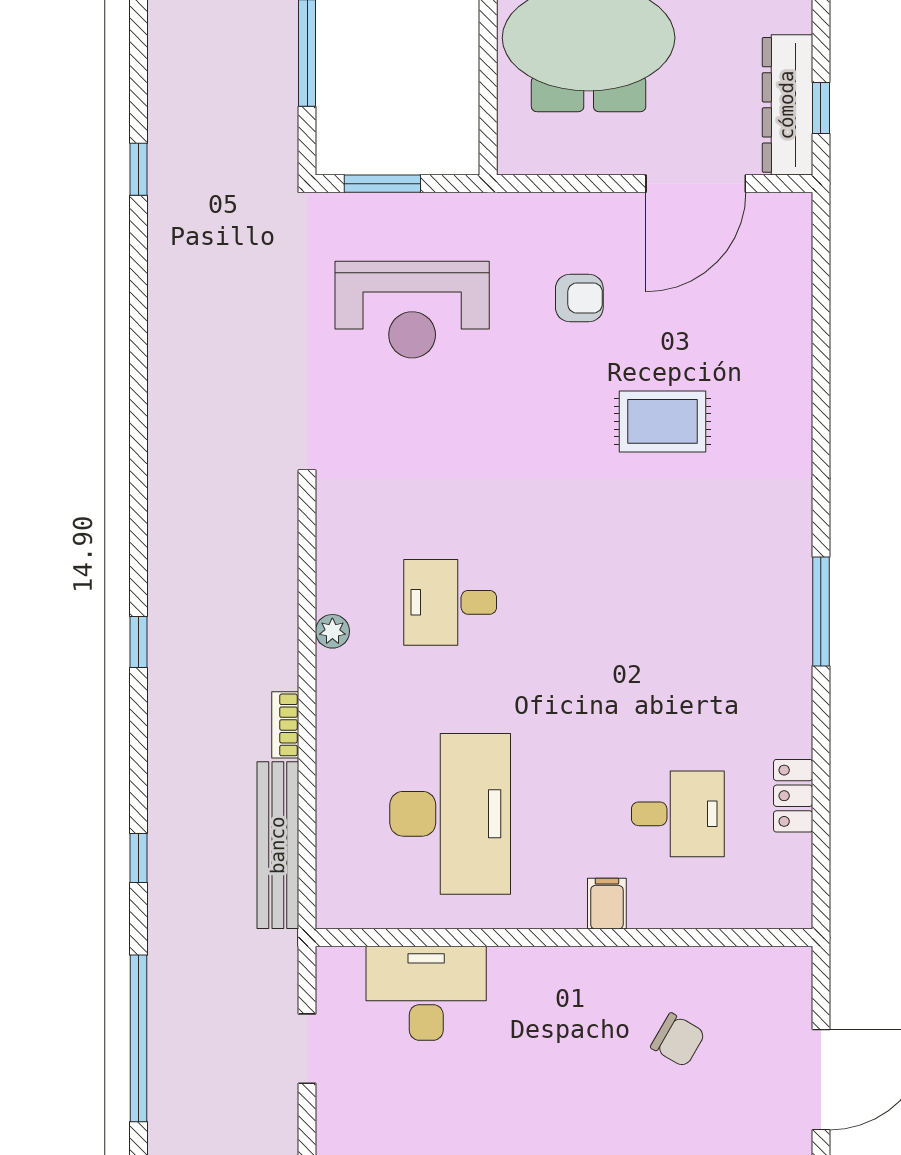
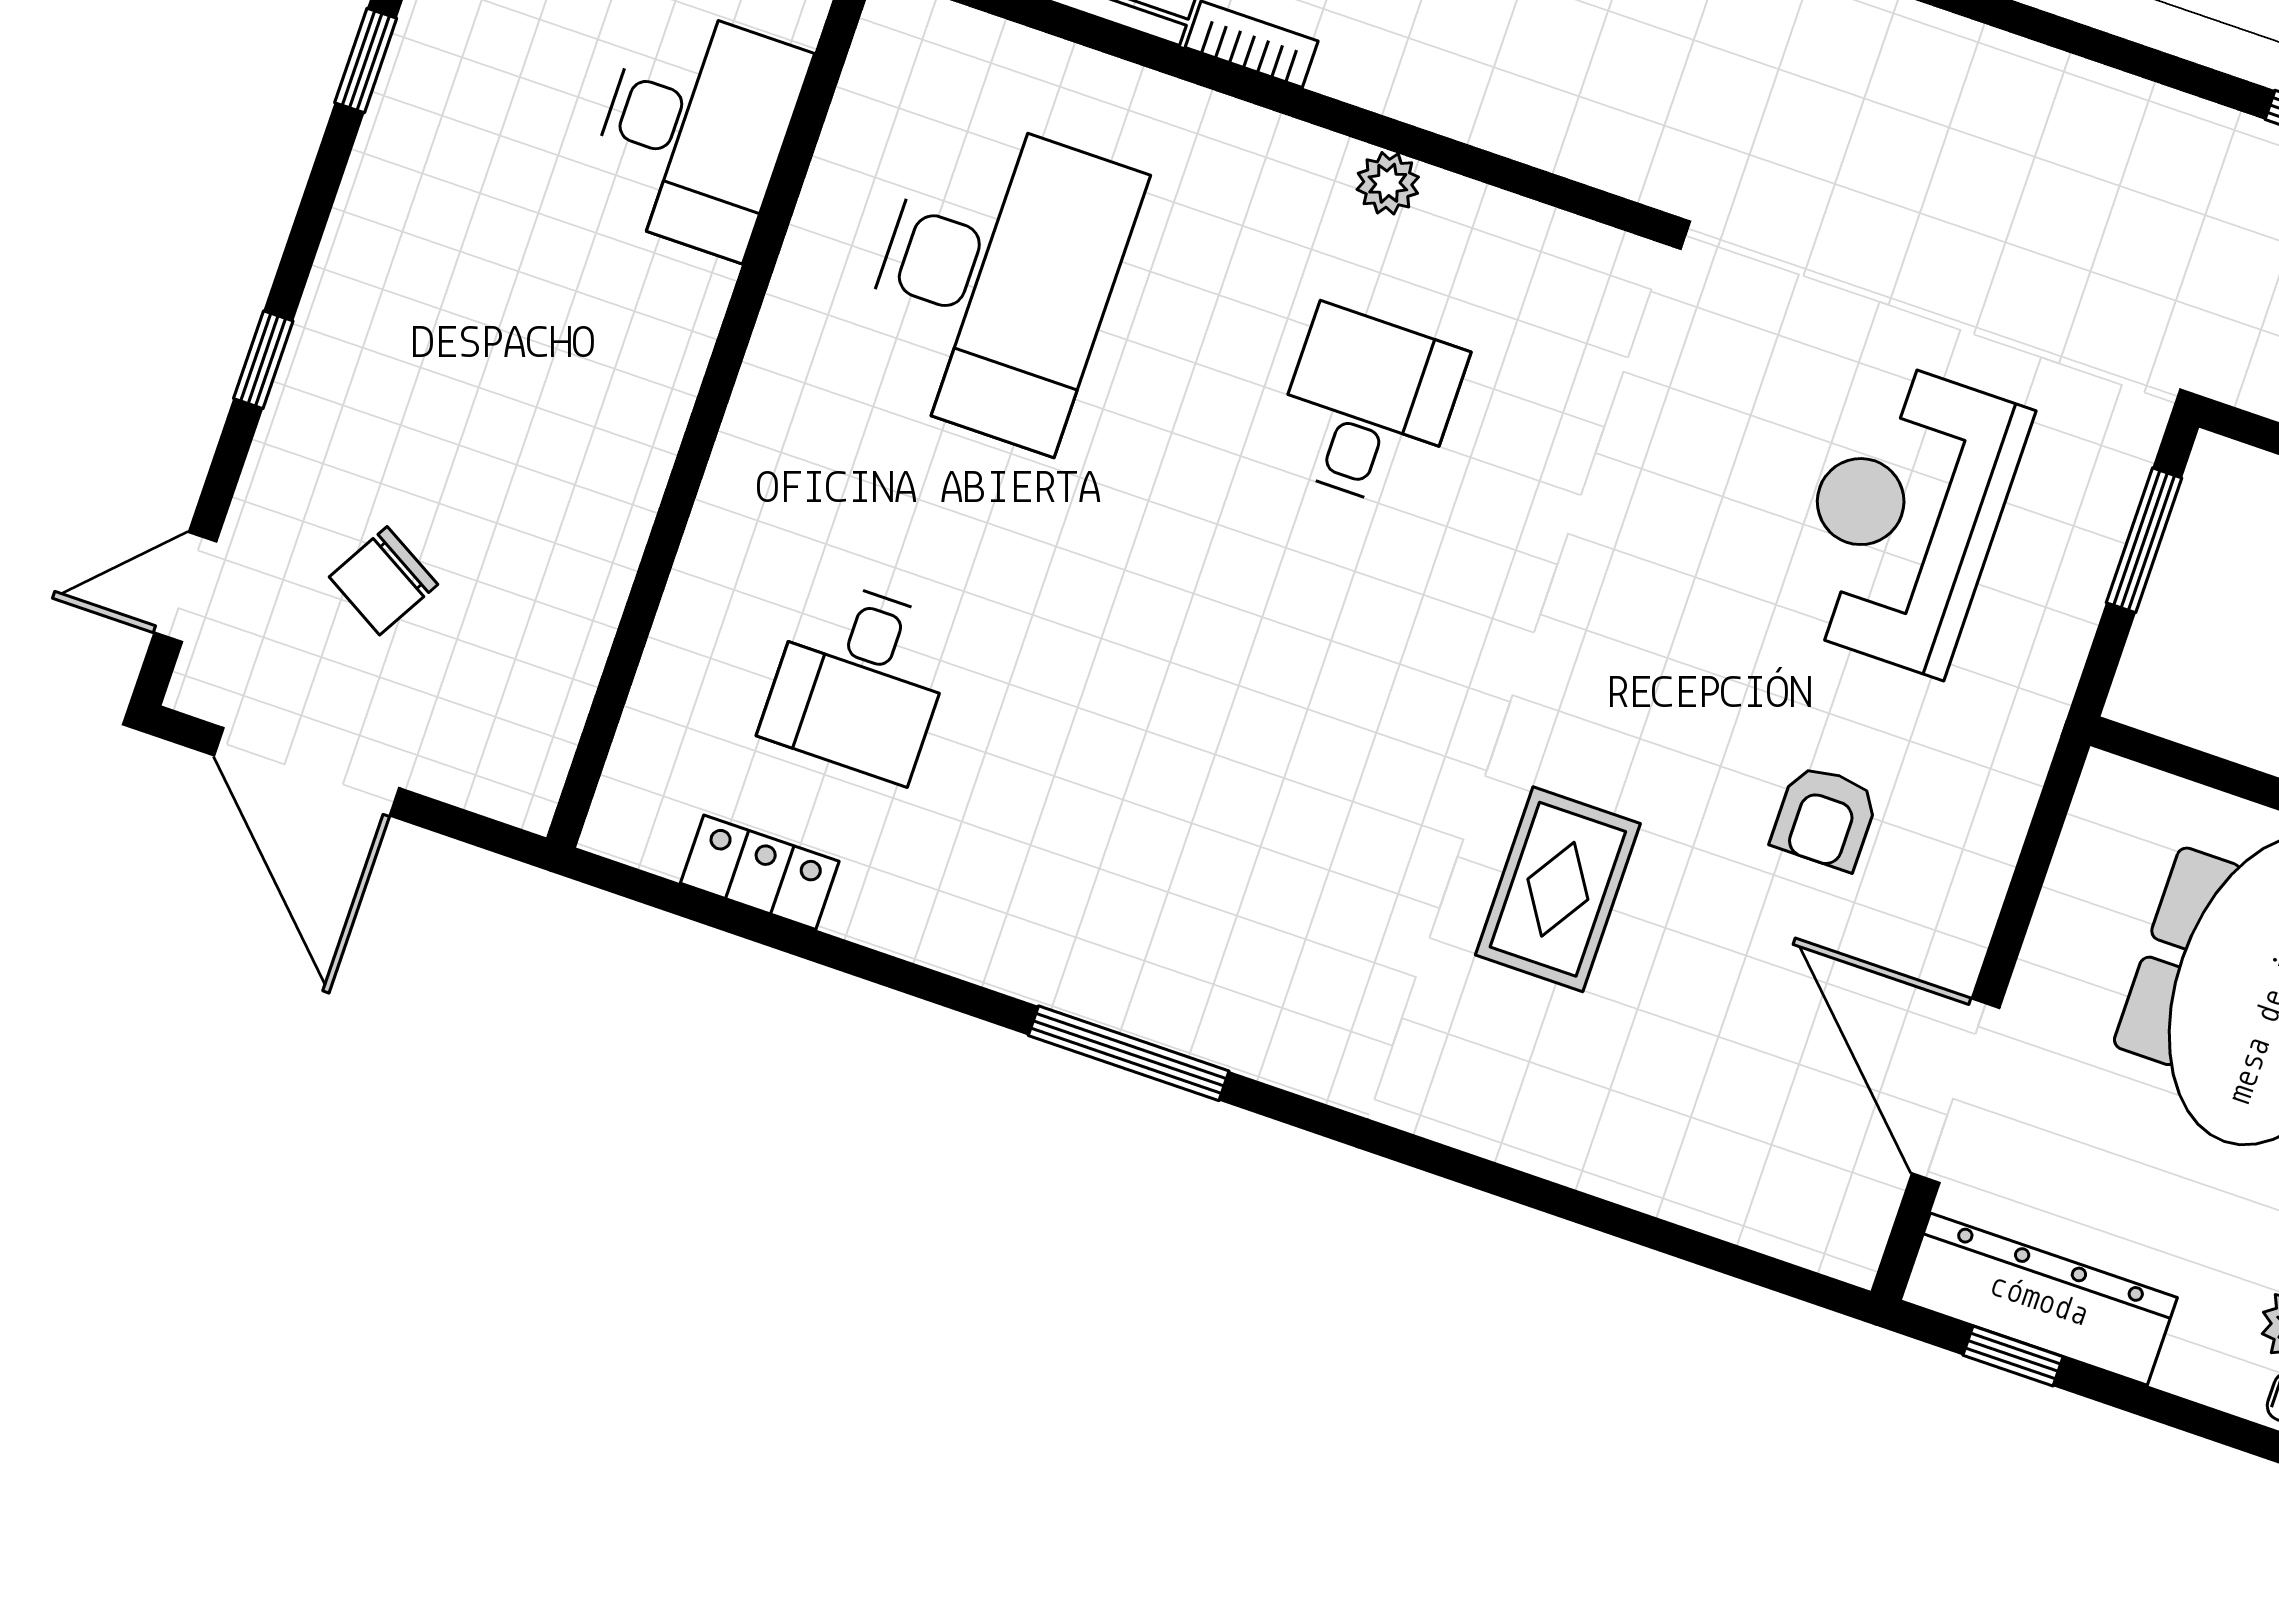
locker: (793, 796) -> (760, 872), moved
desk: (450, 814) -> (996, 280), turned -90
filing cabinet: (607, 904) -> (744, 502), removed
chair: (678, 1040) -> (383, 581), moved

